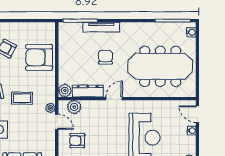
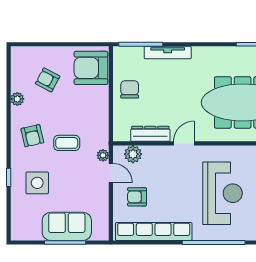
armchair: (39, 57) -> (91, 68), moved
chair: (105, 57) -> (130, 89), moved
plant: (65, 90) -> (121, 133), removed

